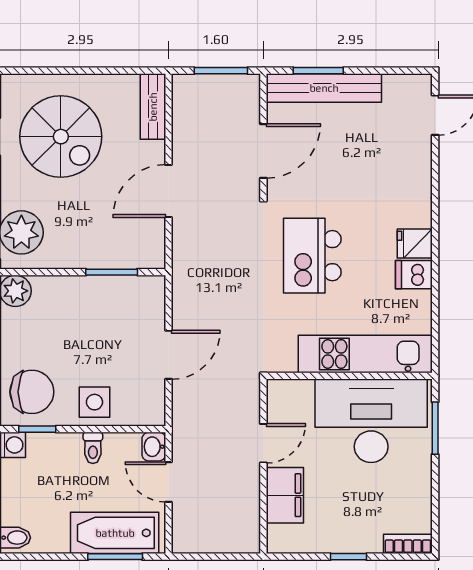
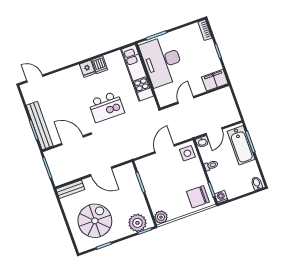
door: (169, 355) -> (165, 149), hinge flipped
chair: (32, 392) -> (198, 197), turned -90
side table: (94, 402) -> (187, 153), moved
door: (263, 443) -> (186, 100), hinge flipped
filing cabinet: (285, 495) -> (215, 80), moved

